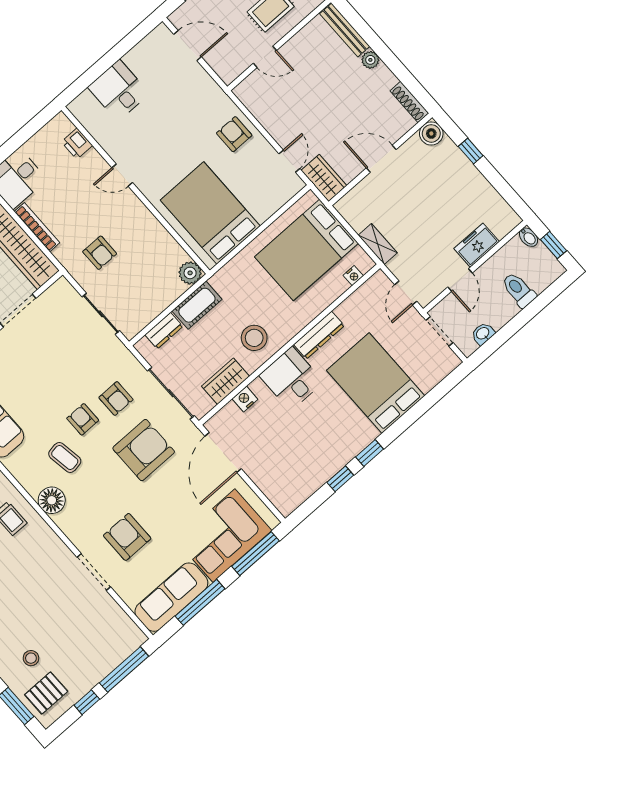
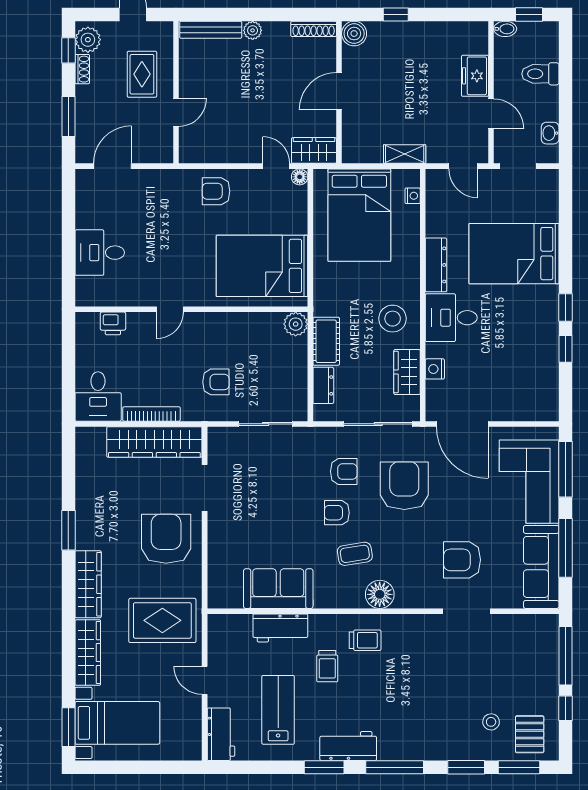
floor lamp: (296, 184) -> (300, 177), added

